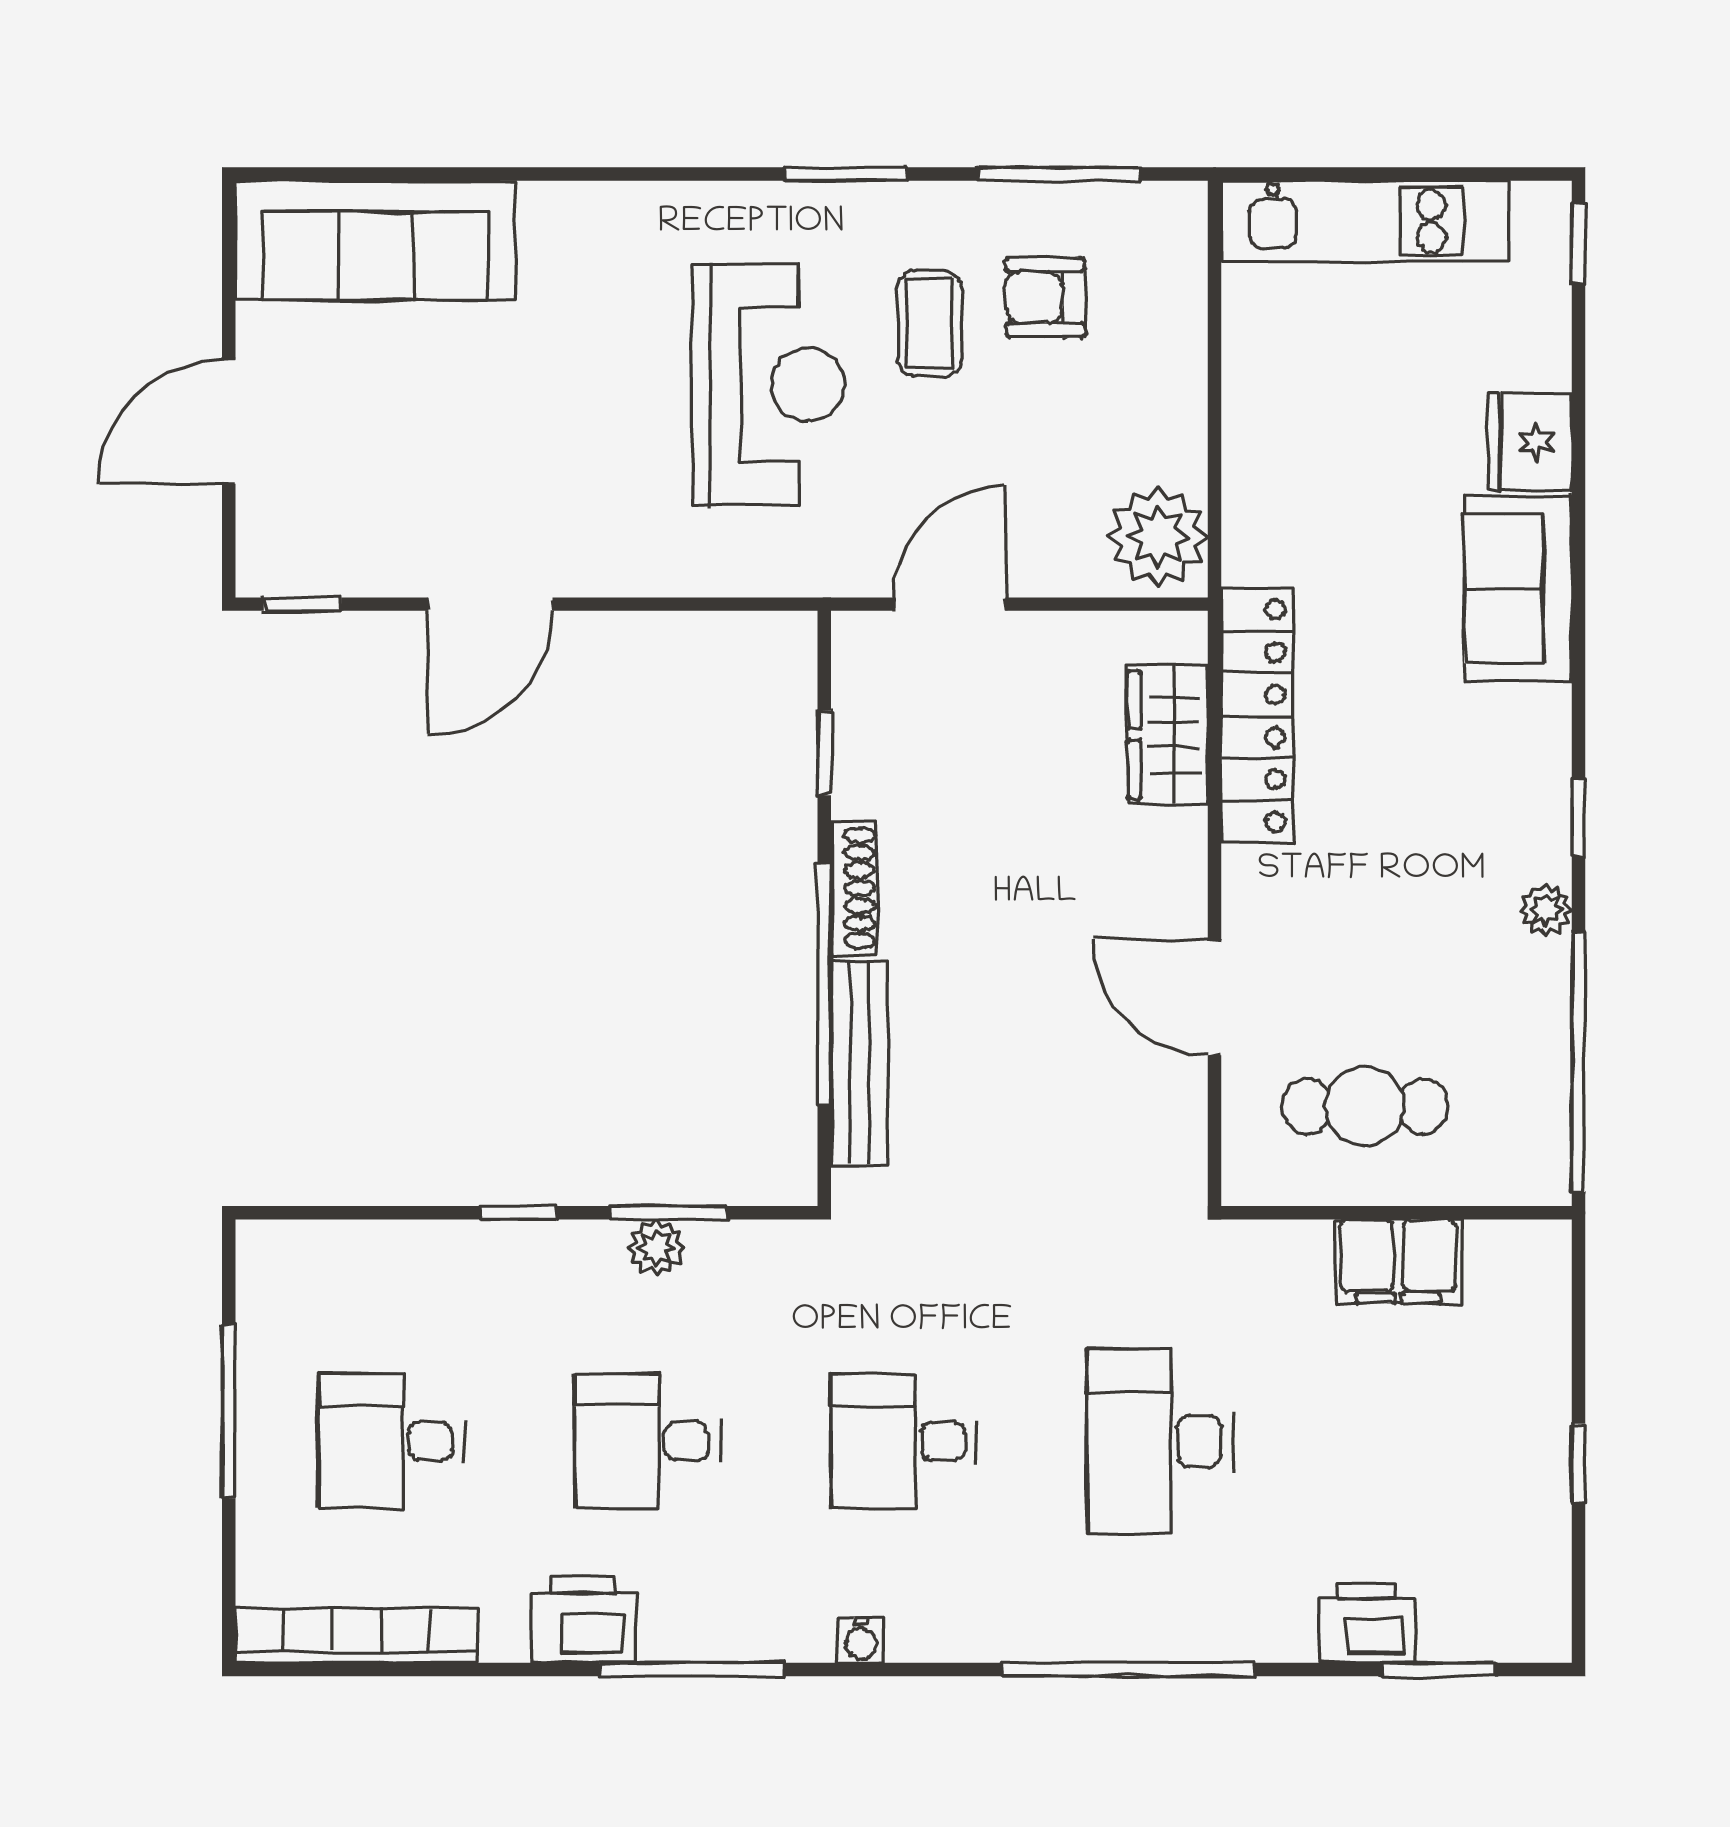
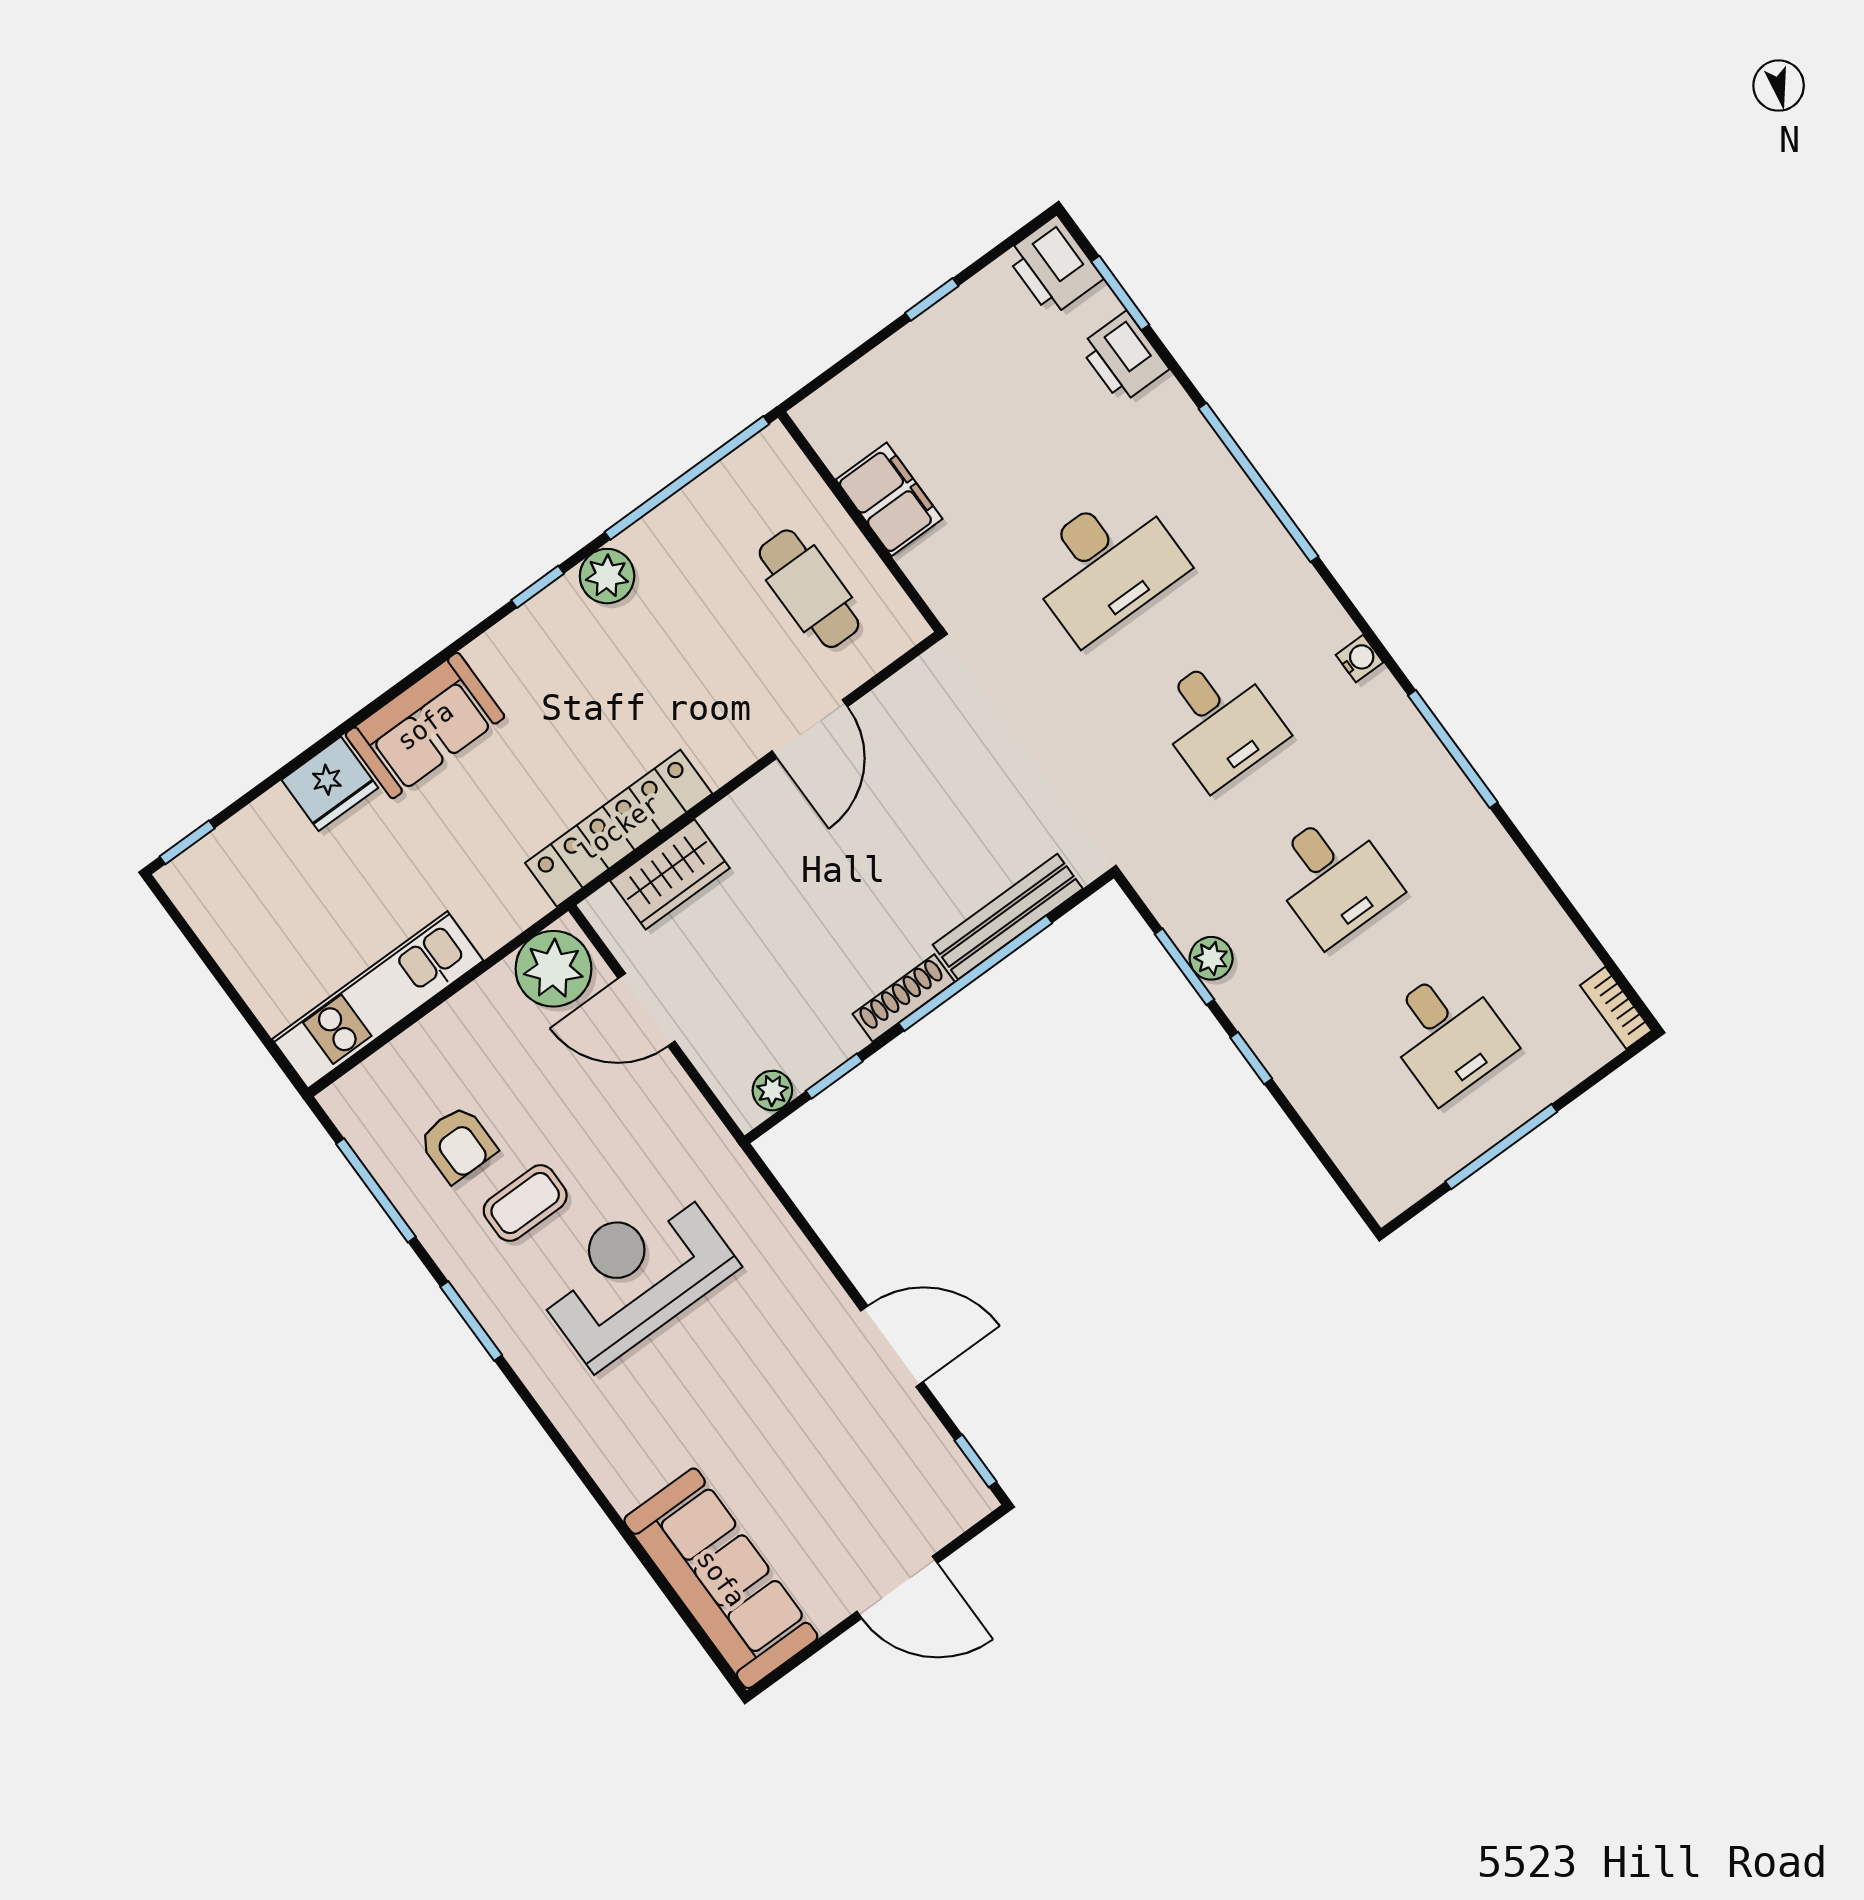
kitchen unit: (1365, 221) -> (378, 1000), moved, turned -90
door: (950, 604) -> (647, 1010), moved
plant: (857, 676) -> (772, 1091), added
plant: (1546, 910) -> (607, 576), width x1.38, depth x1.38
printer: (583, 1619) -> (1054, 266), moved
bookcase: (356, 1635) -> (1616, 1008), width x0.43, depth x0.76

